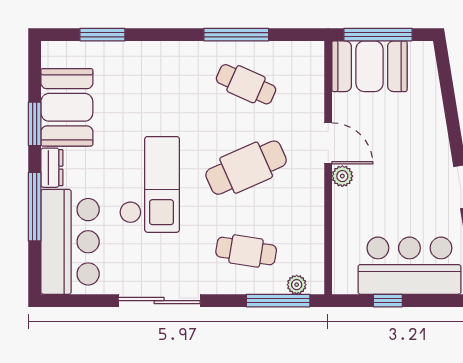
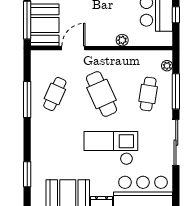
door: (328, 143) -> (73, 48), moved
plant: (342, 176) -> (122, 40), moved
window: (278, 301) -> (176, 91), moved

